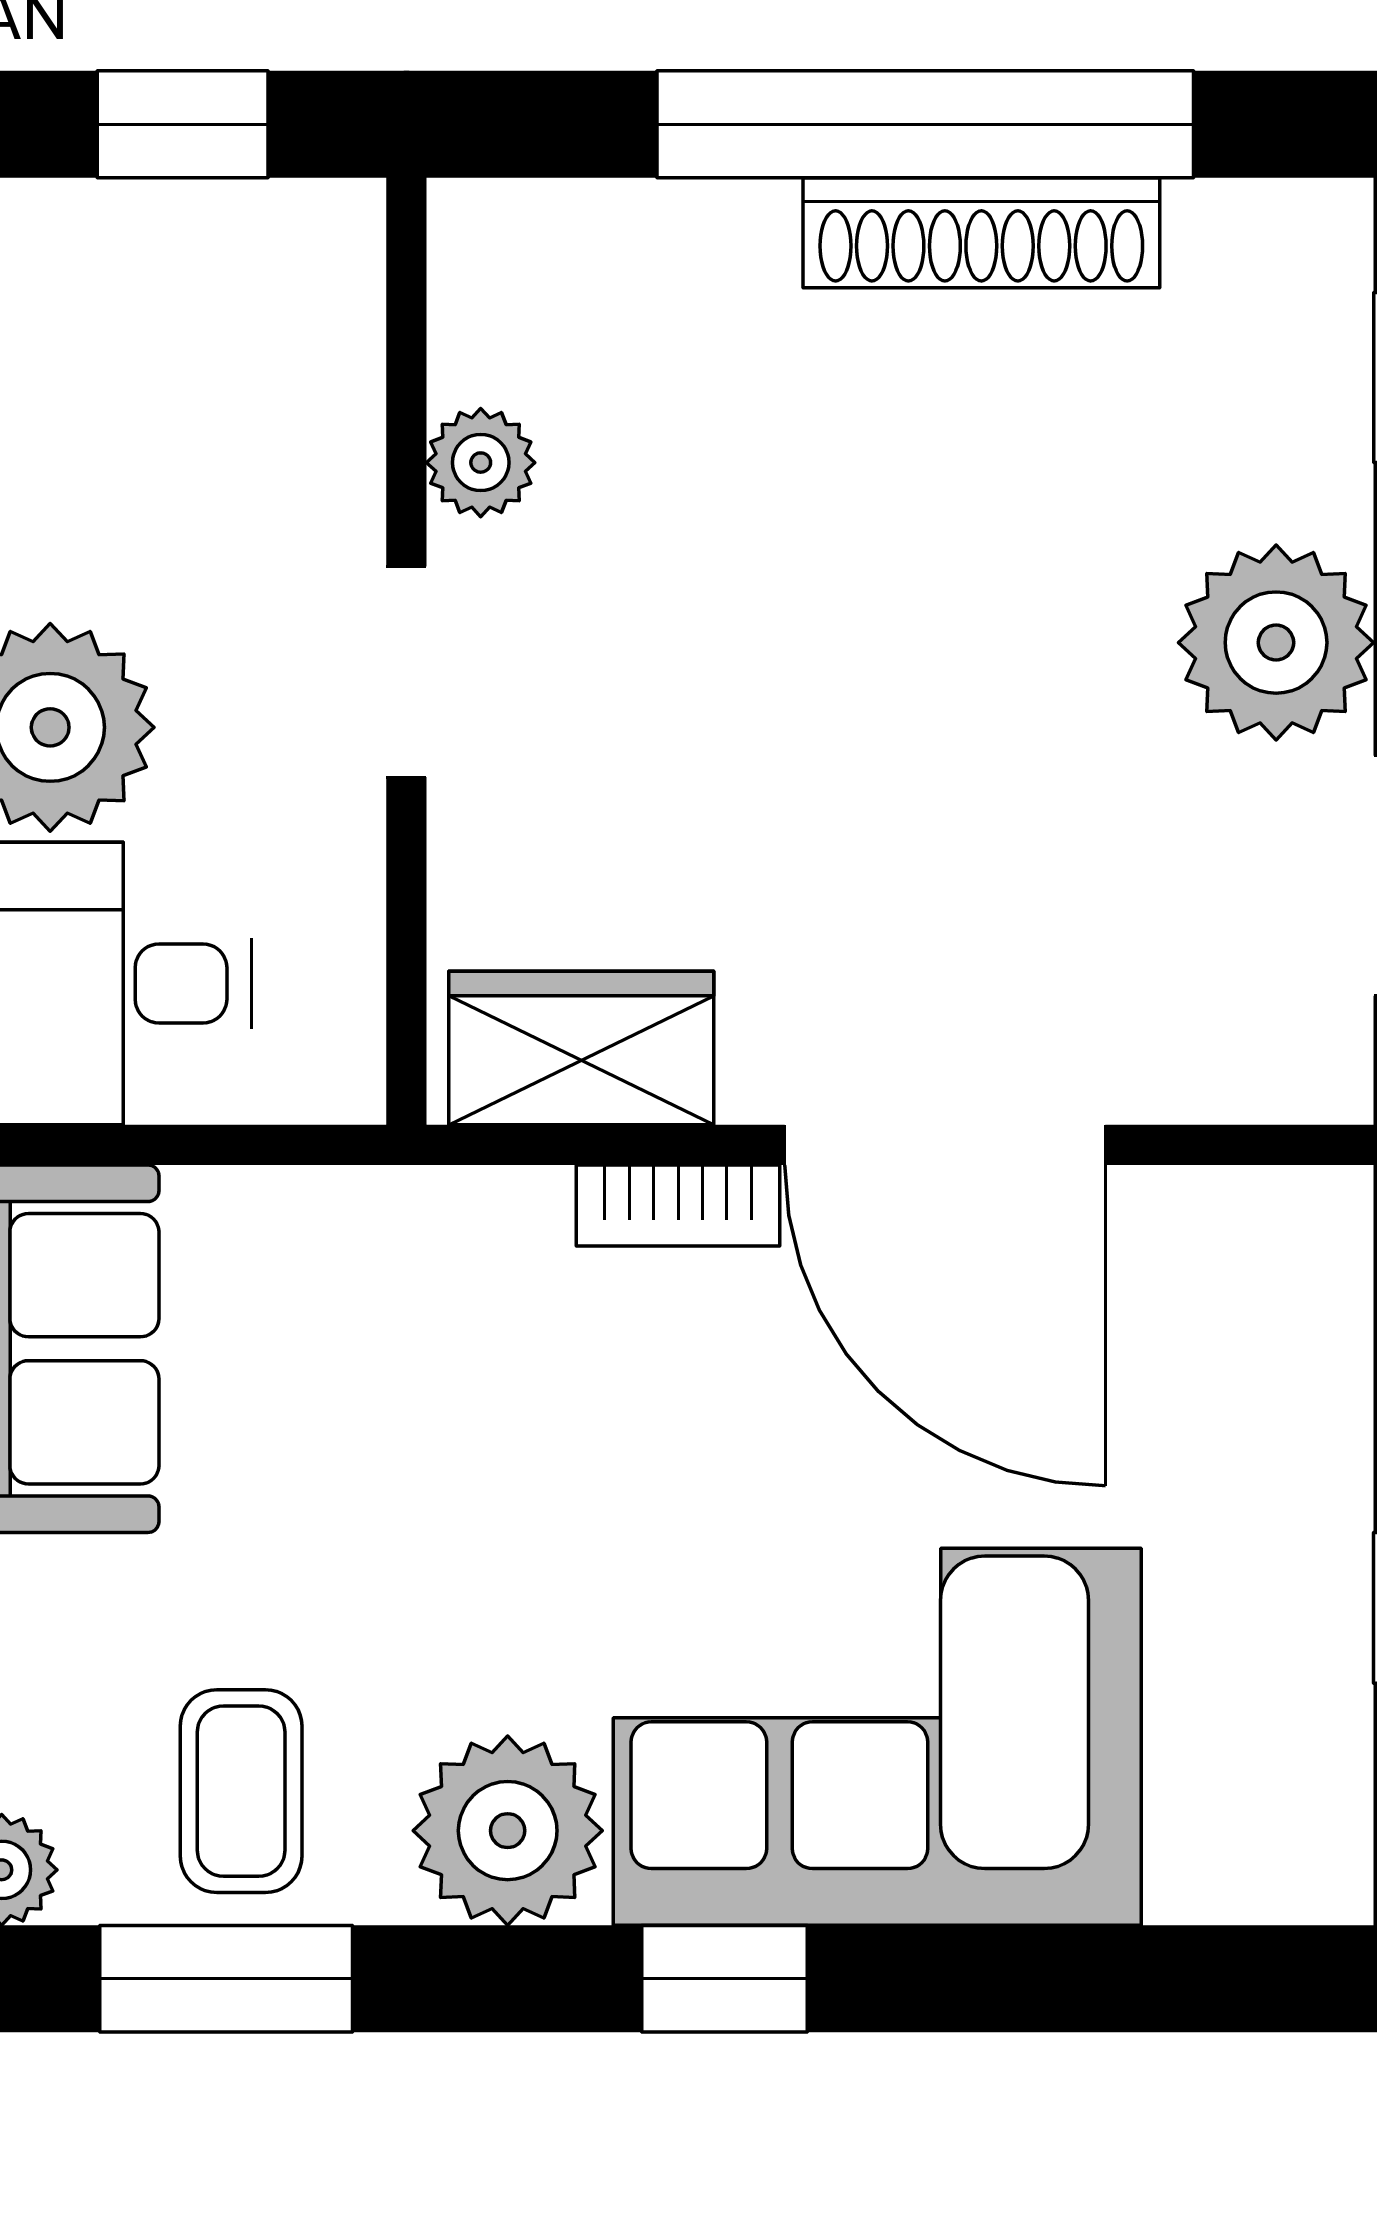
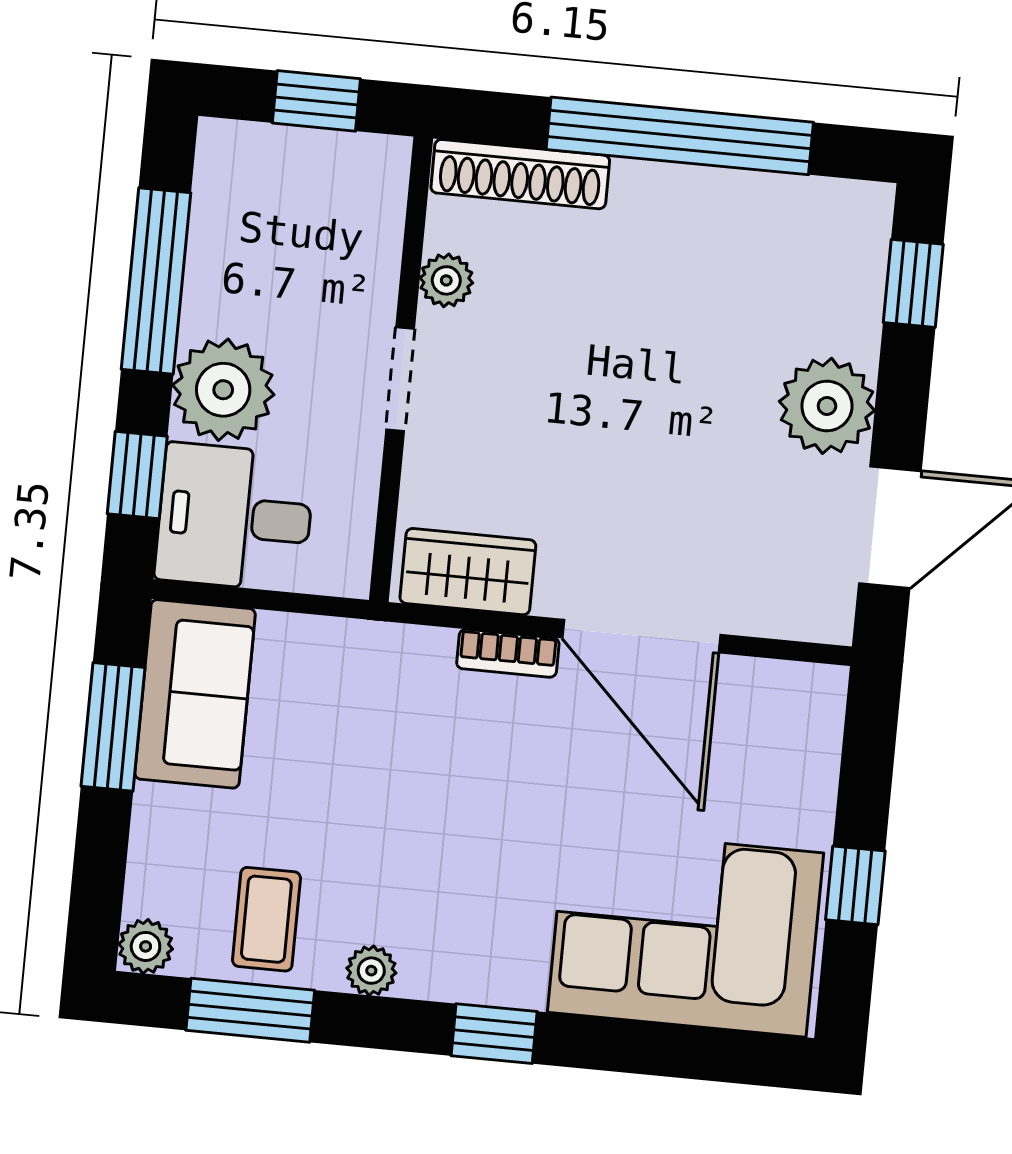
shoe rack: (981, 233) -> (520, 174), moved
corner sofa: (877, 1737) -> (685, 933), moved
plant: (508, 1831) -> (371, 971), width x0.53, depth x0.53

